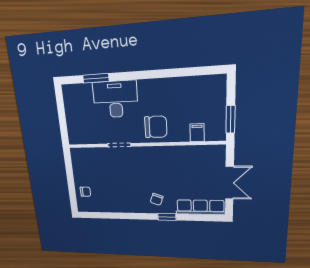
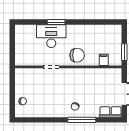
window: (96, 78) -> (56, 22), moved
row of seats: (200, 207) -> (111, 112), width x0.68
window: (167, 217) -> (82, 120), width x2.17

